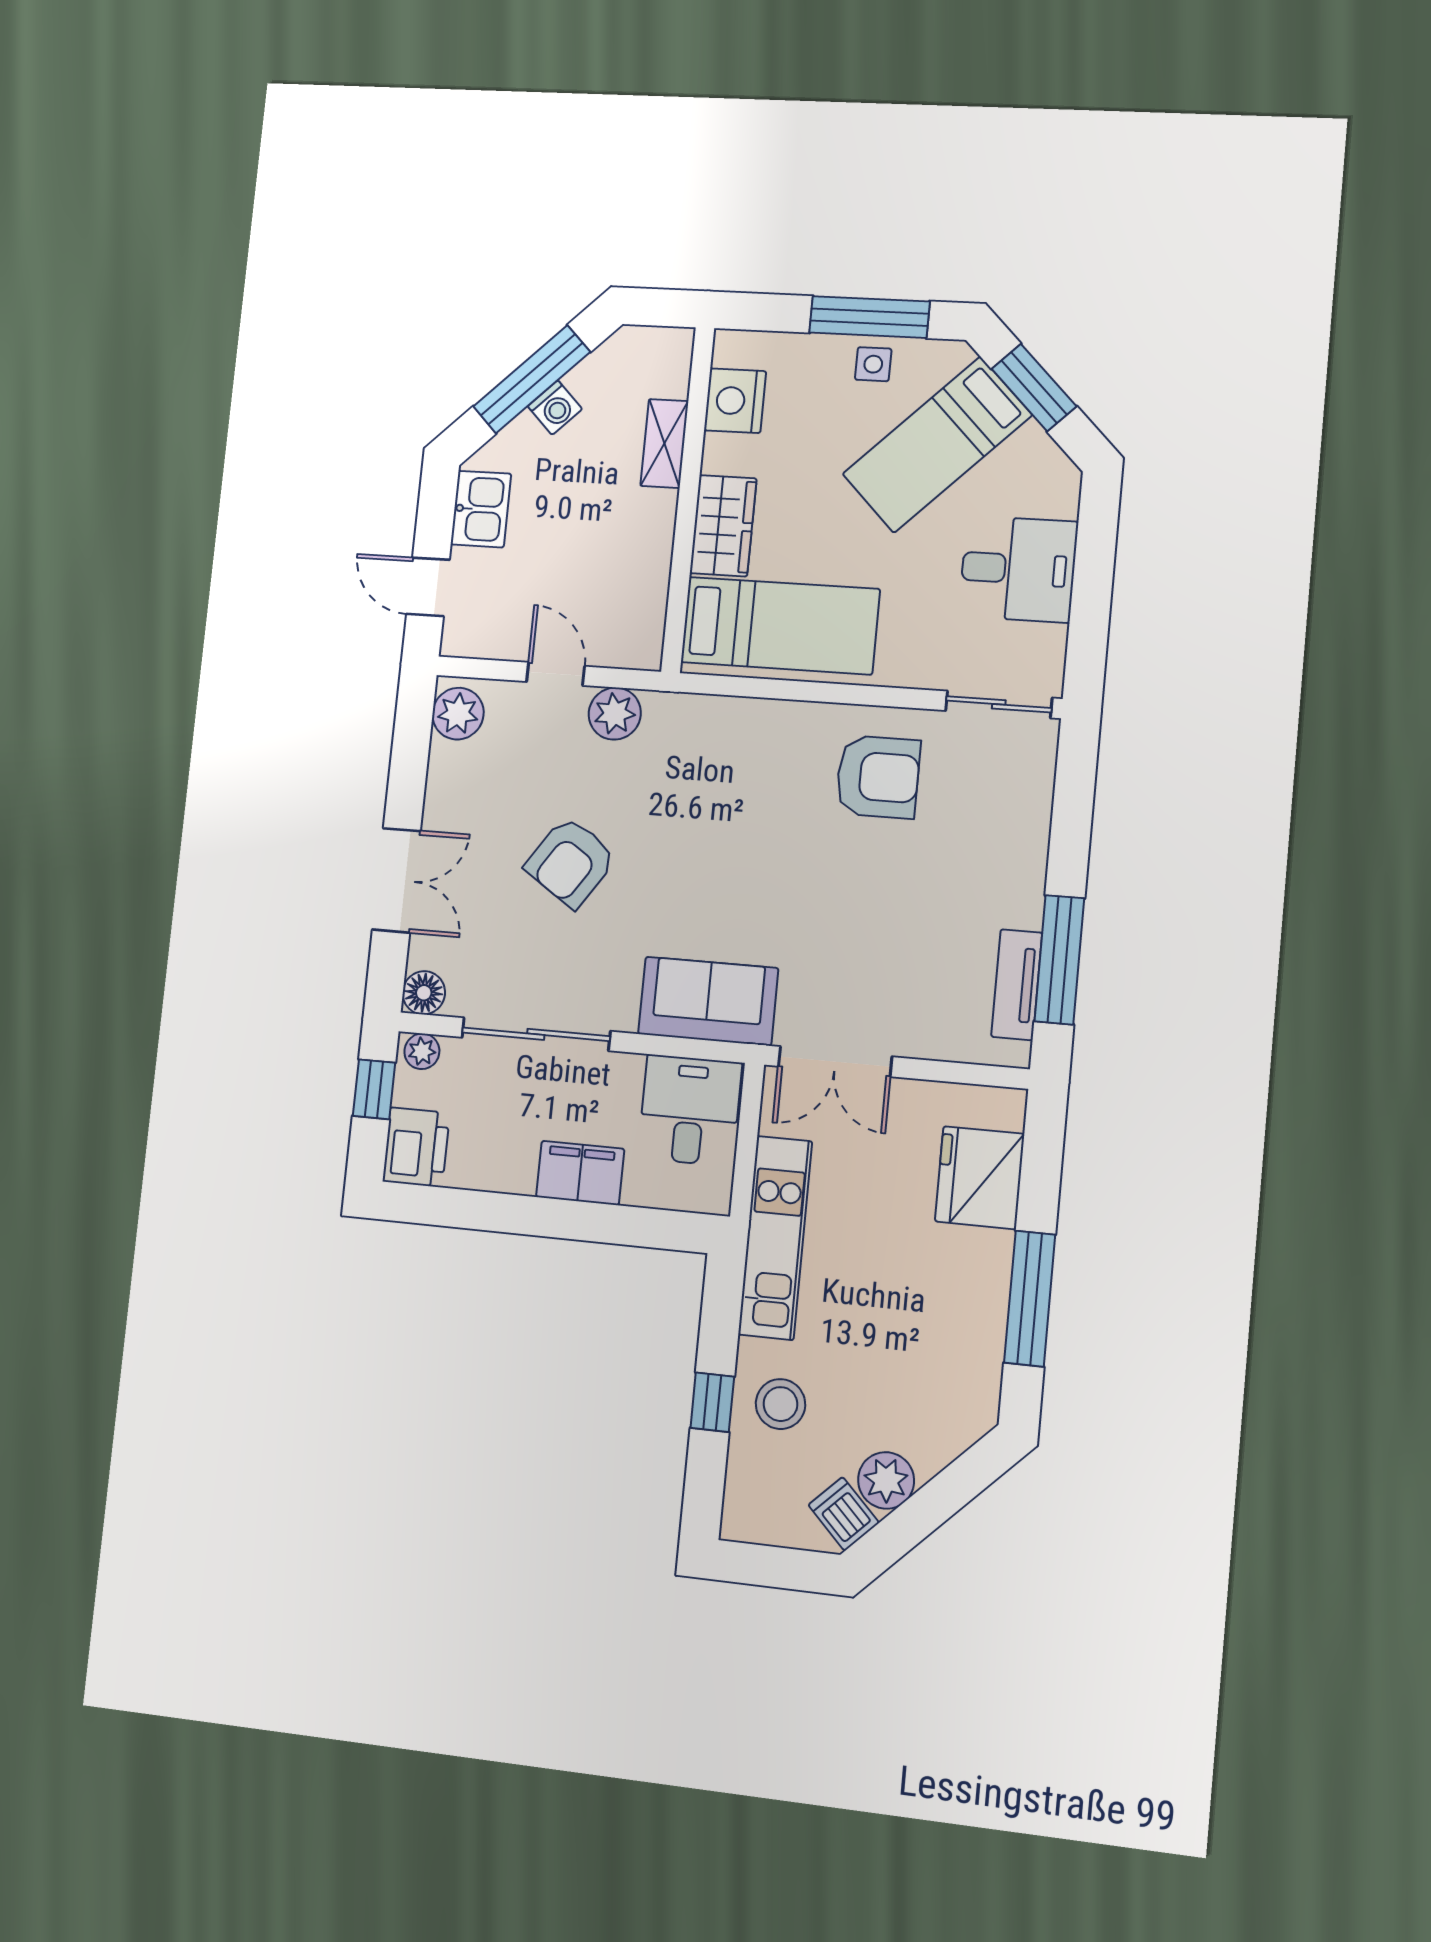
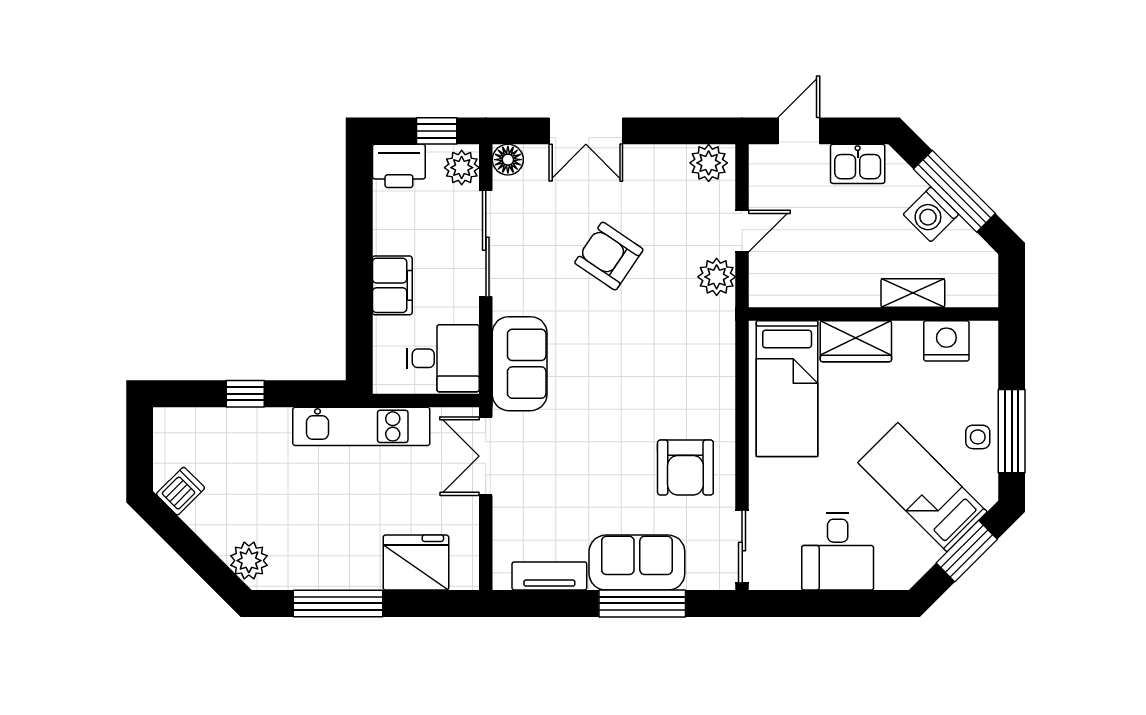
washing machine: (555, 408) -> (931, 214), width x1.38, depth x1.38
sofa: (1008, 857) -> (637, 563), added
window: (1059, 960) -> (642, 603), moved
plant: (422, 1051) -> (462, 168), width x1.38, depth x1.38
stool: (780, 1404) -> (249, 441), removed
plant: (886, 1480) -> (249, 561), moved

